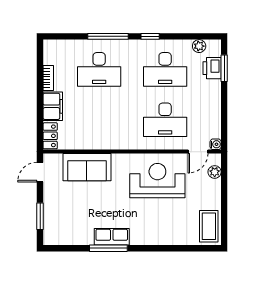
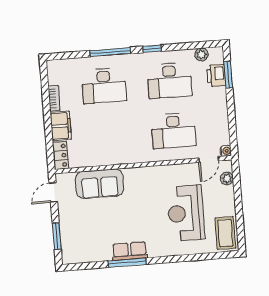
reception desk: (157, 181) -> (186, 213), moved, turned -90

